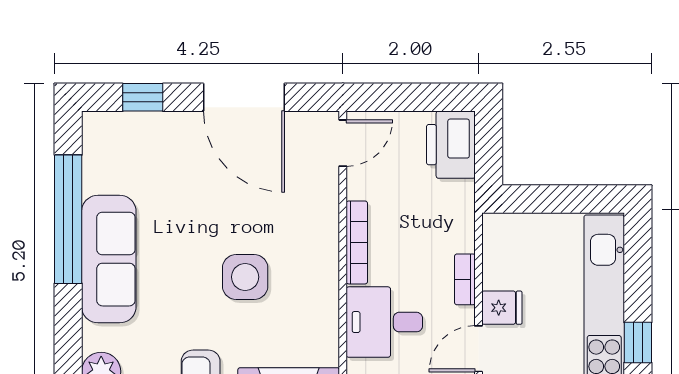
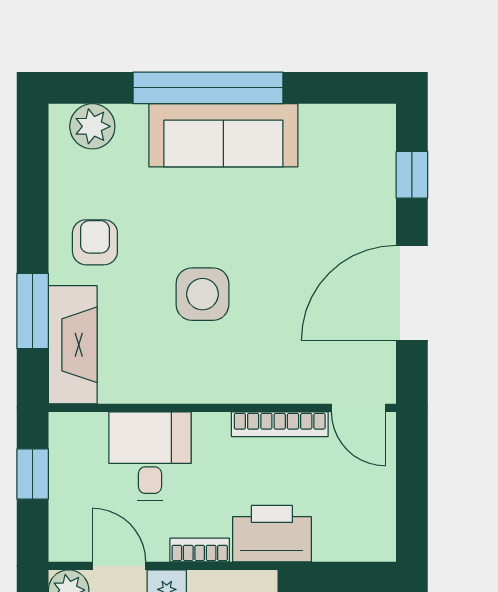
printer: (451, 145) -> (272, 534), moved
window: (68, 219) -> (208, 88), moved
bookcase: (357, 242) -> (280, 424), moved

